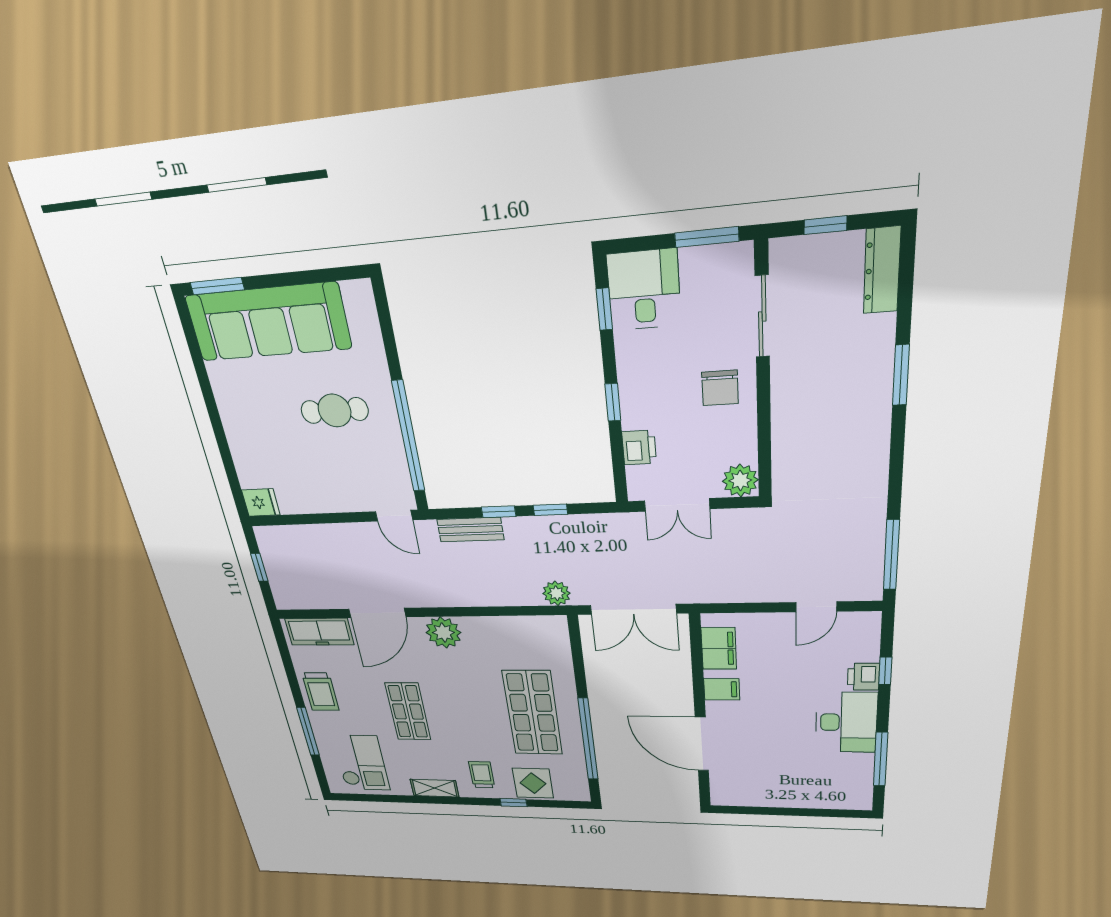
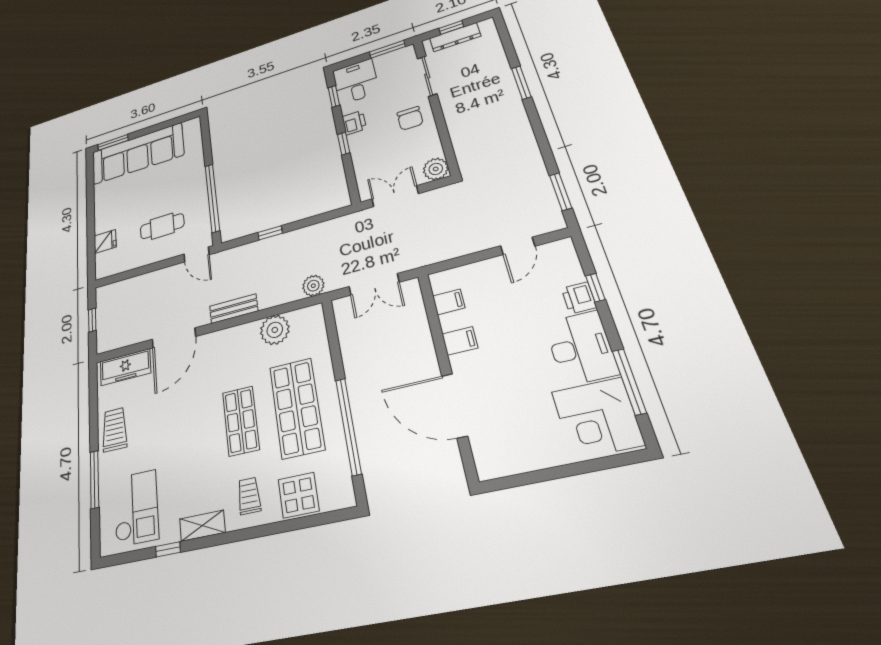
dresser: (882, 270) -> (455, 37), moved, turned -90
cafe table: (335, 411) -> (162, 226), moved
printer: (639, 448) -> (354, 123), moved
fridge: (261, 502) -> (105, 241), moved
double door: (677, 505) -> (395, 196), swing flipped
window: (550, 510) -> (306, 222), removed
bench: (470, 530) -> (234, 309), moved
window: (891, 555) -> (561, 192), width x0.69
double door: (633, 609) -> (374, 284), width x0.73
plant: (443, 633) -> (275, 330), moved
filing cabinet: (719, 648) -> (449, 302), width x0.50
trolley: (321, 692) -> (115, 430), turned 180
shop shelf: (408, 712) -> (241, 421), moved
corner desk: (838, 781) -> (597, 418), added
window: (514, 803) -> (168, 549), moved

